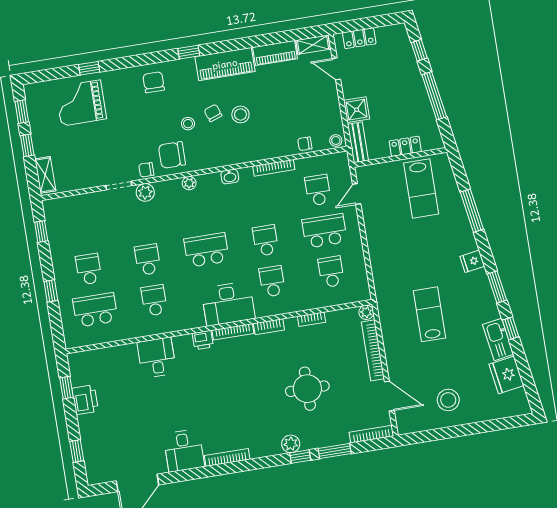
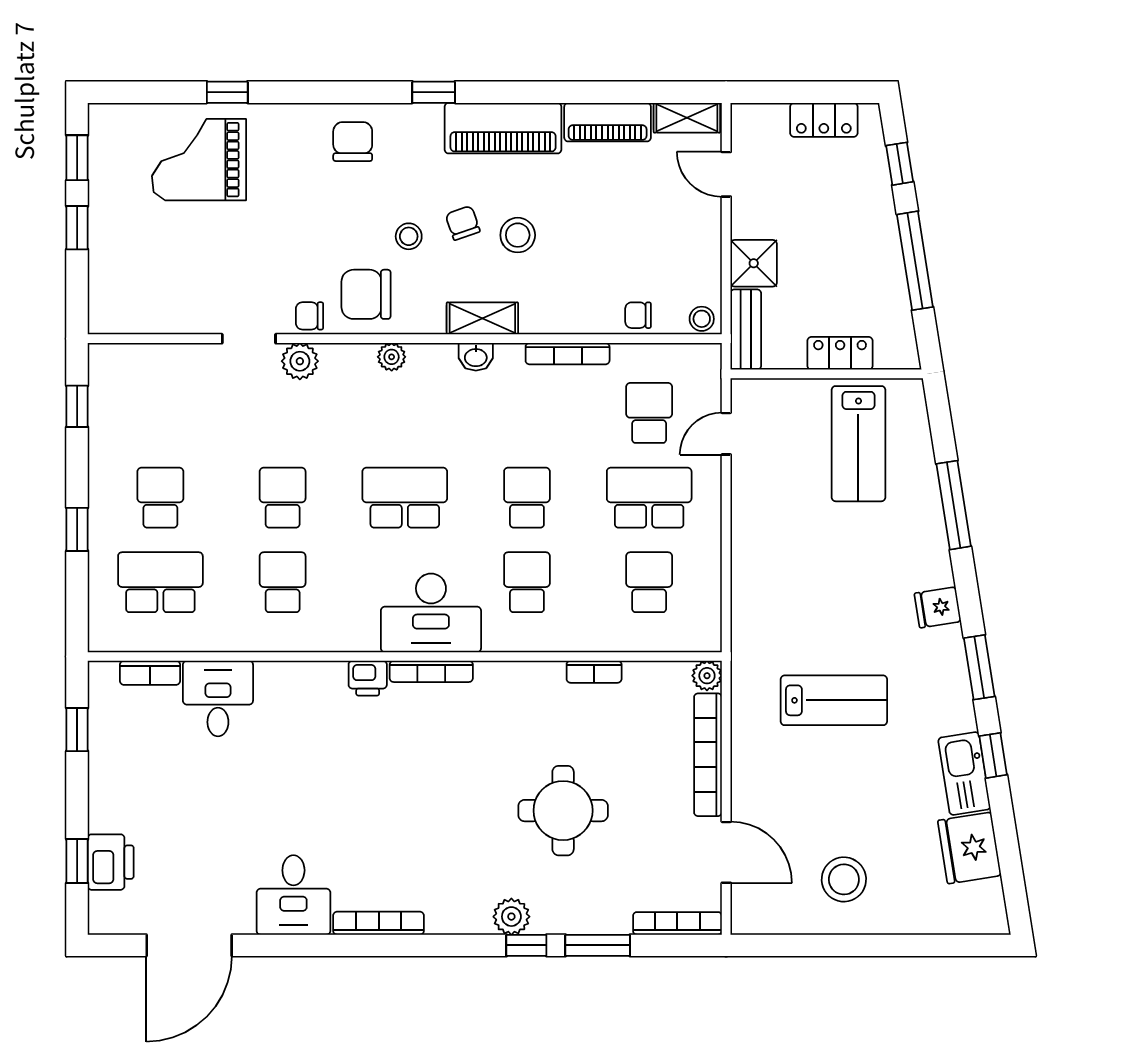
locker: (359, 38) -> (824, 120), moved
shelving: (45, 175) -> (482, 318), moved, turned 90
lab bench: (429, 314) -> (834, 700), turned 90
bookcase: (269, 327) -> (150, 673), moved
desk: (157, 358) -> (218, 699), moved
printer: (85, 400) -> (111, 862), moved

